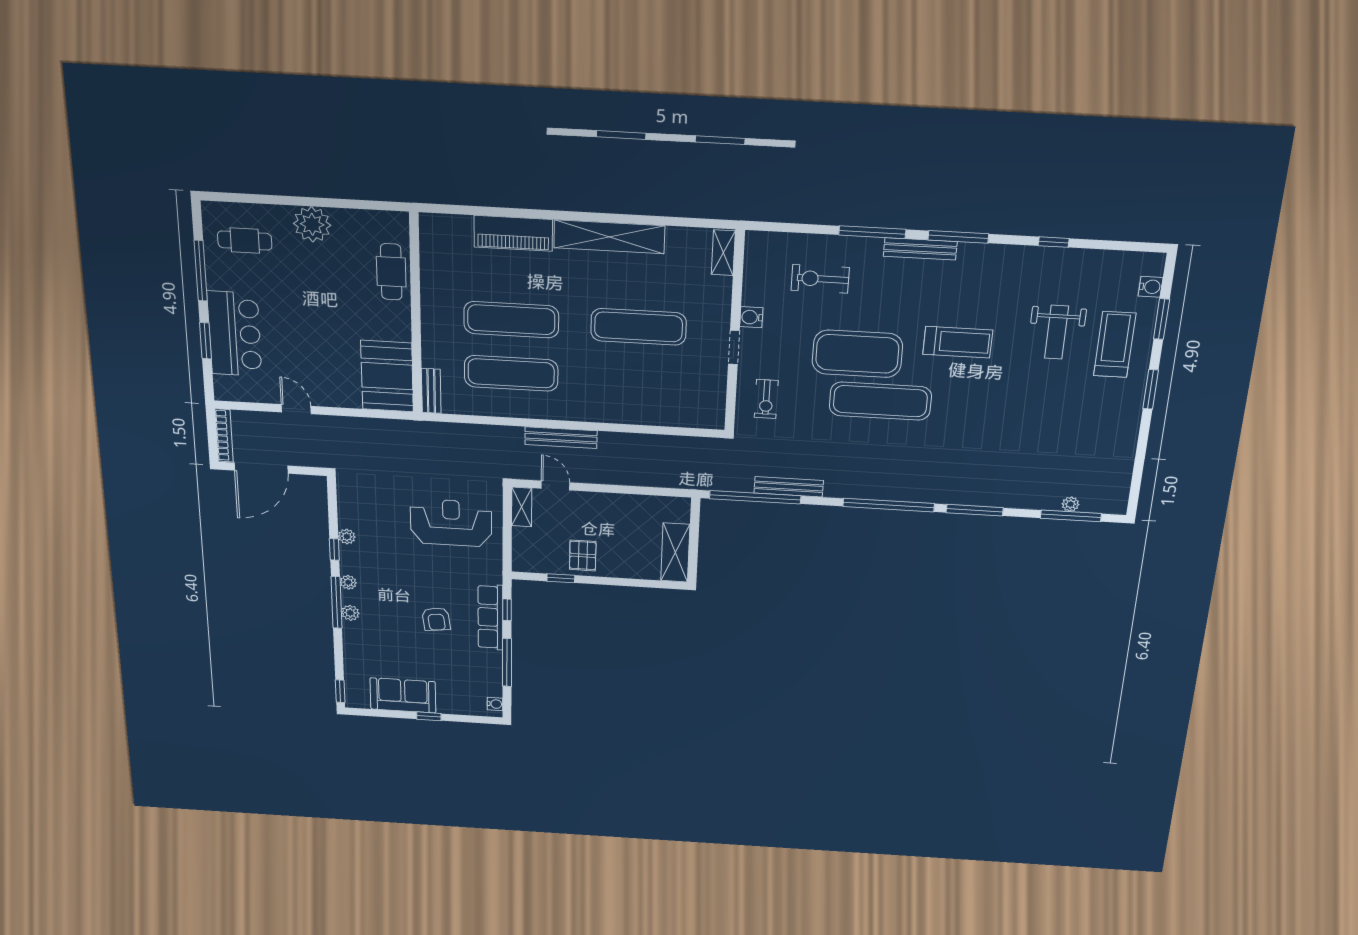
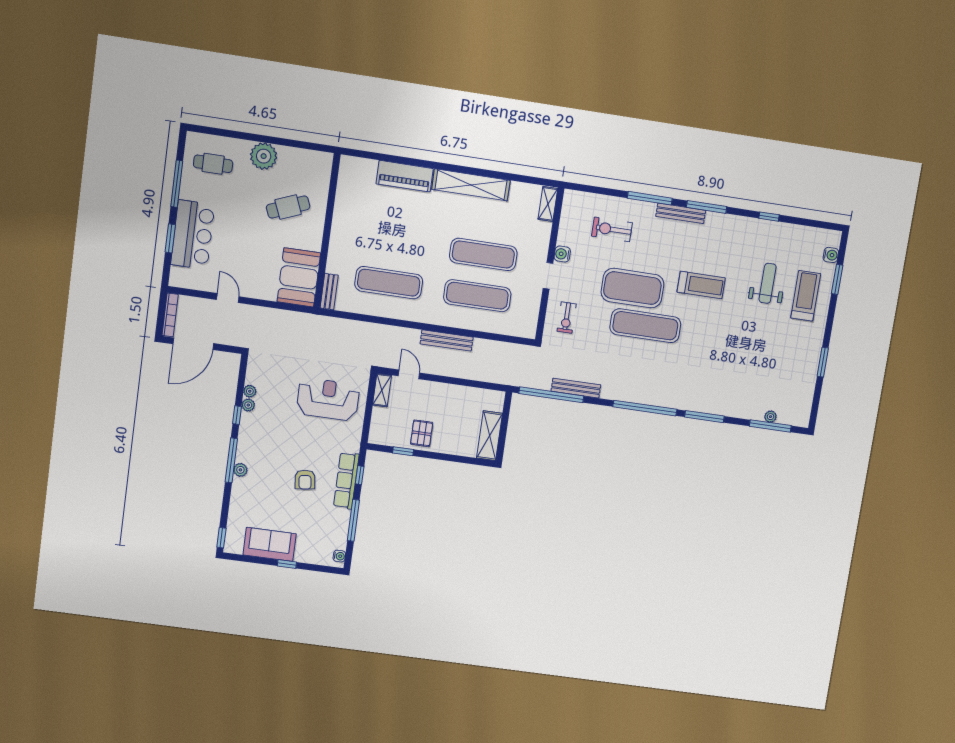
cafe table: (391, 272) -> (288, 207), moved, turned 68
exercise mat: (511, 320) -> (477, 296), moved
weight bench: (1057, 332) -> (768, 283), turned 180
window: (1151, 389) -> (823, 362), moved
bench: (561, 438) -> (447, 340), moved
plant: (348, 582) -> (250, 391), moved

